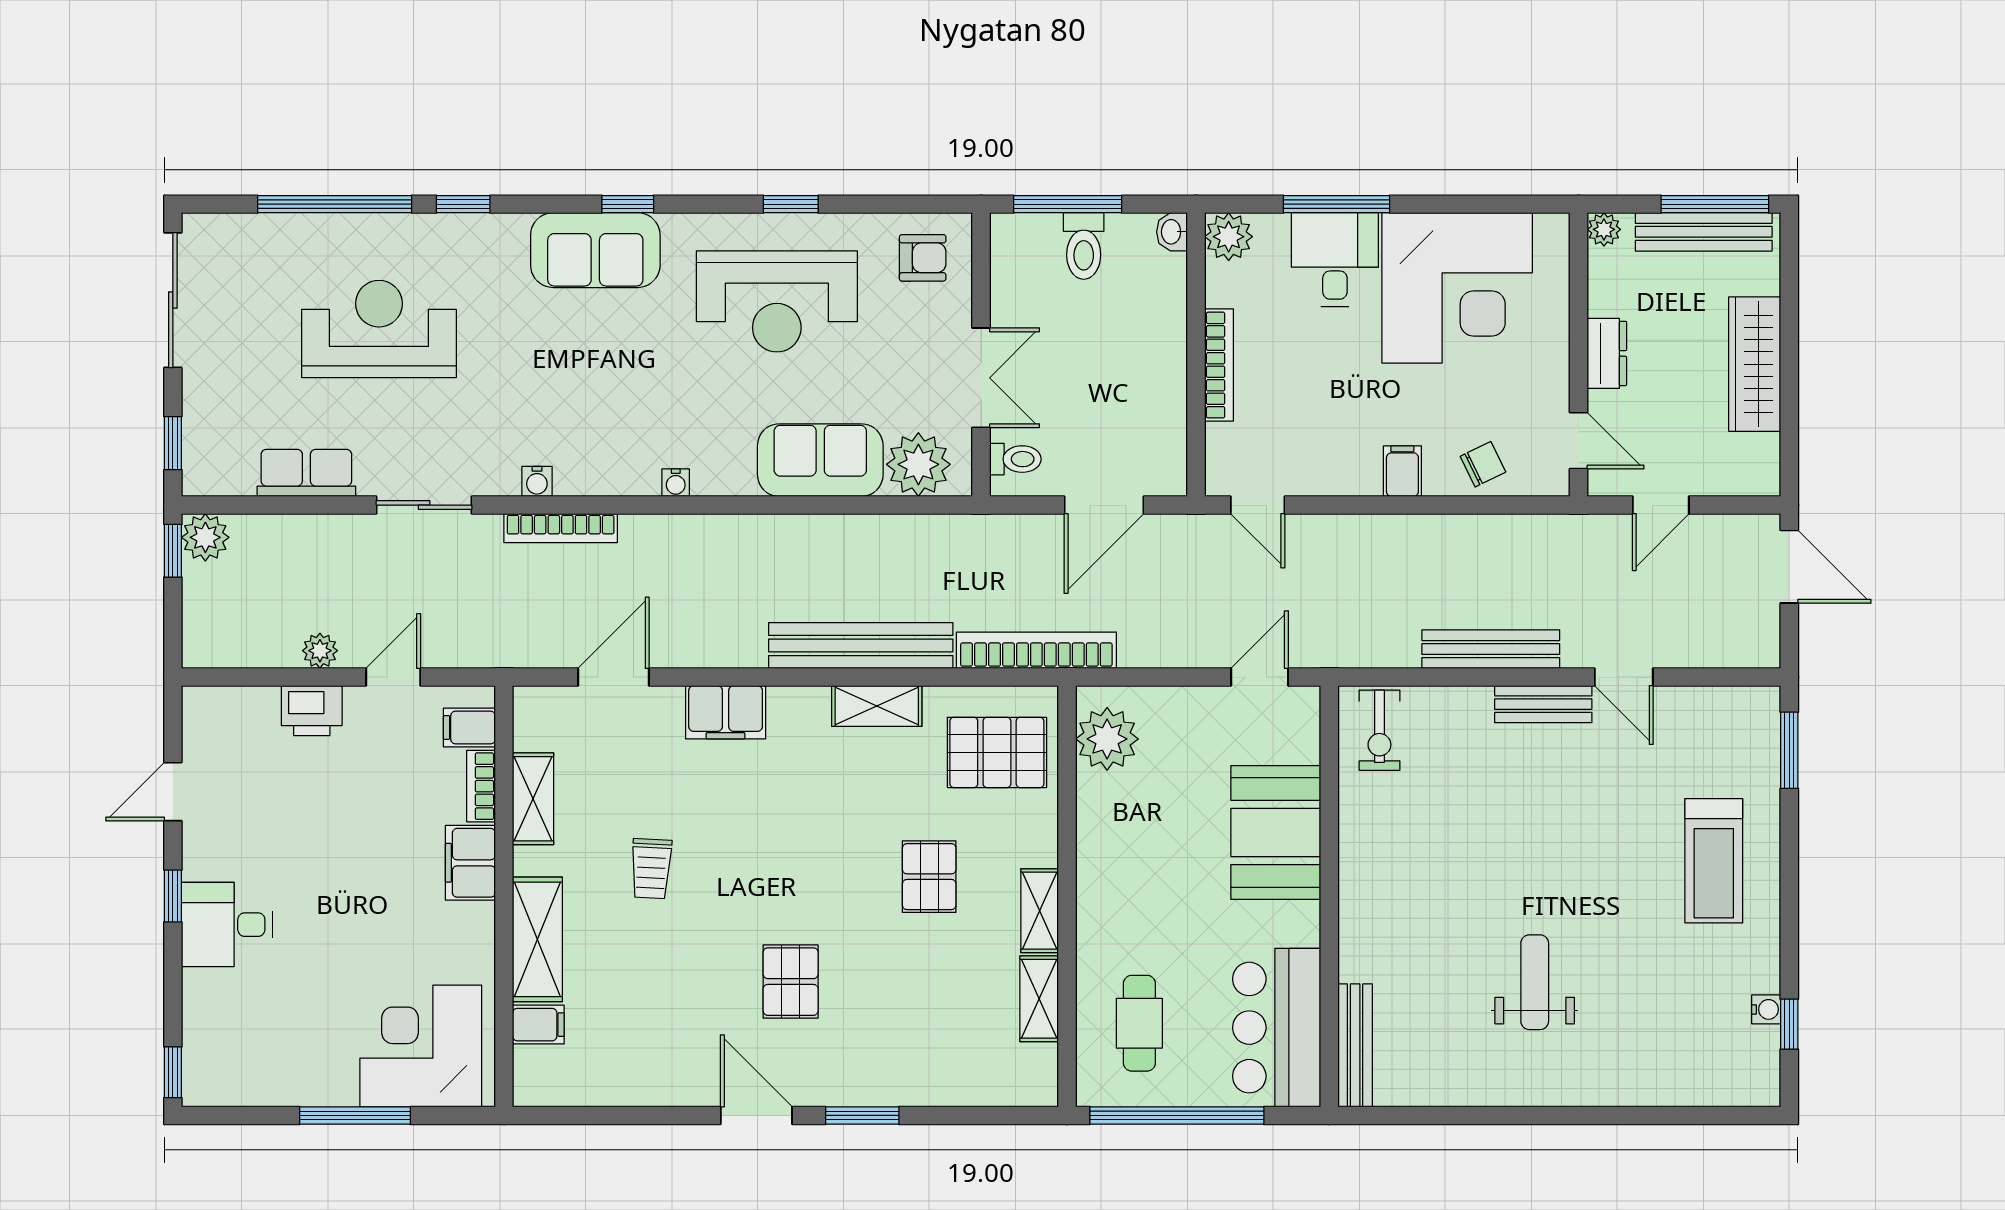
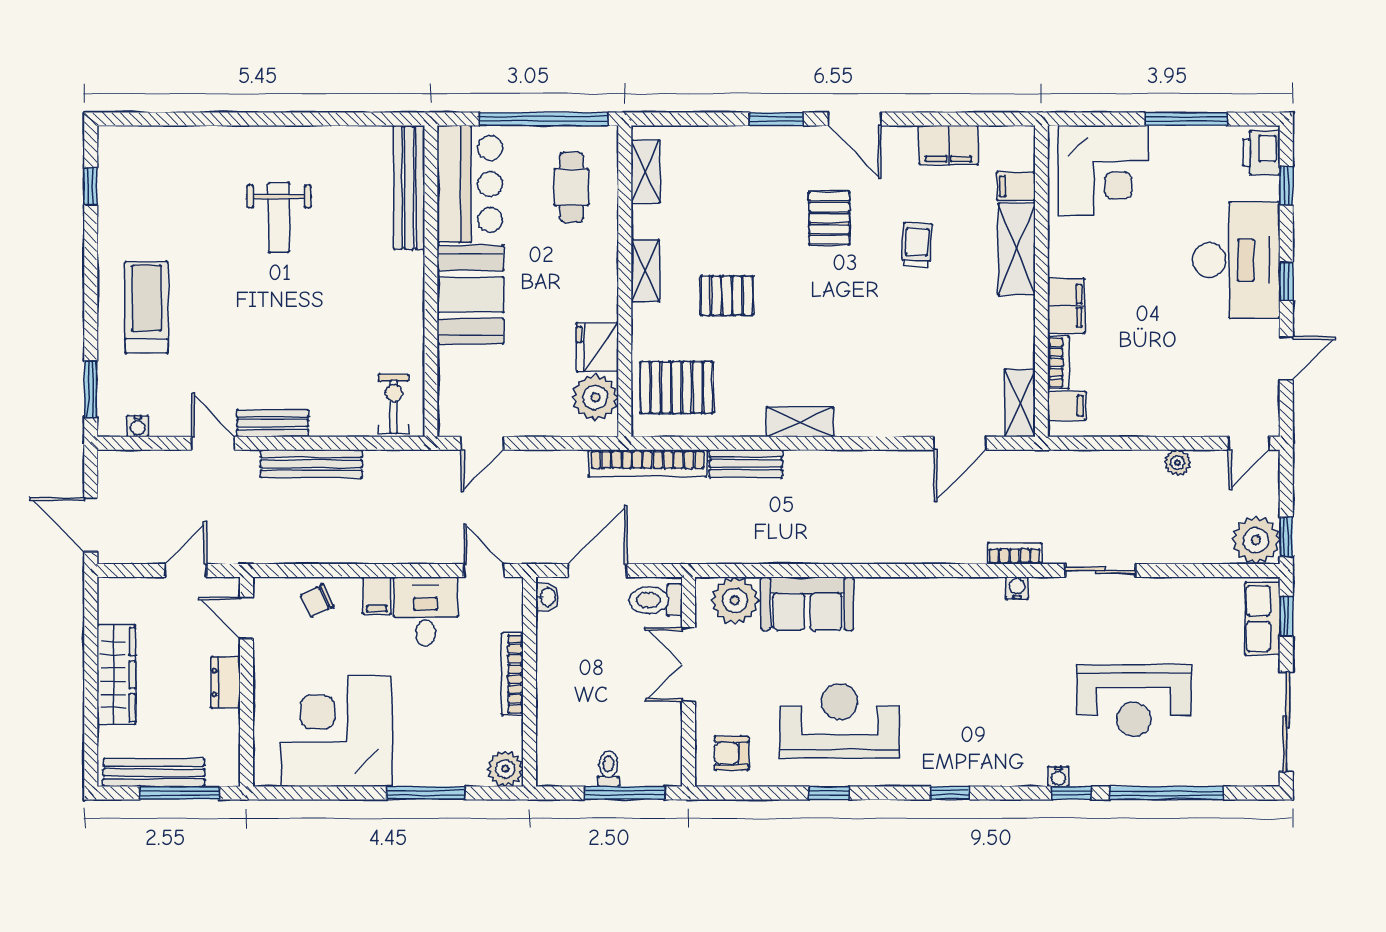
window: (1715, 204) -> (180, 793), moved
plant: (1604, 229) -> (228, 774), removed
washbasin: (1172, 232) -> (547, 597), moved
toilet: (1084, 246) -> (609, 769), width x0.73, depth x0.72
sofa: (595, 250) -> (974, 759), removed
desk: (1335, 260) -> (426, 612), moved, turned 180
toilet: (1015, 459) -> (656, 600), width x1.37, depth x1.39
row of seats: (306, 473) -> (1262, 619), moved, turned 90
water cooler: (676, 483) -> (1058, 776), moved, turned 180
bookcase: (561, 528) -> (1015, 553), width x0.64
plant: (205, 537) -> (1256, 540), width x1.36, depth x1.36
bench: (861, 645) -> (746, 464), width x0.54, depth x0.82
door: (393, 677) -> (1249, 443), moved
shelving: (877, 706) -> (800, 422), moved
printer: (312, 711) -> (1261, 153), moved, turned -90
filing cabinet: (726, 712) -> (949, 145), moved, turned 180
shelving: (533, 799) -> (1020, 403), moved
fridge: (1104, 807) -> (597, 347), added
booth: (1276, 832) -> (470, 295), moved
trolley: (651, 869) -> (917, 245), moved
pallet: (929, 877) -> (727, 296), turned 90
desk: (227, 925) -> (1236, 260), width x1.87, depth x1.30
shelving: (1039, 999) -> (645, 171), moved
water cooler: (1766, 1009) -> (138, 426), moved, turned -90
bench: (1355, 1045) -> (409, 187), width x1.37, depth x1.21
window: (173, 1072) -> (1286, 186), moved
window: (355, 1115) -> (1186, 119), moved

